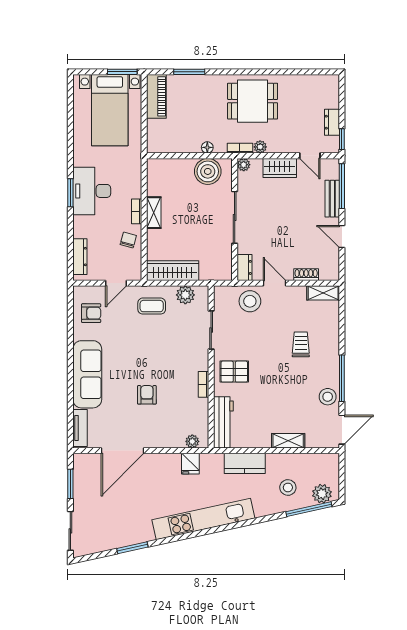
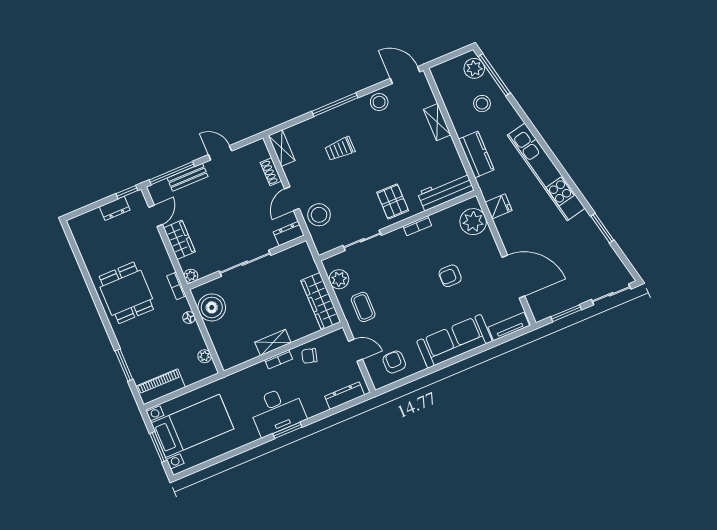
window: (122, 72) -> (158, 447), moved
plant: (260, 147) -> (205, 356), moved
door: (342, 237) -> (220, 153), swing flipped
window: (342, 378) -> (335, 105), moved
plant: (192, 441) -> (473, 222), width x1.87, depth x1.87

